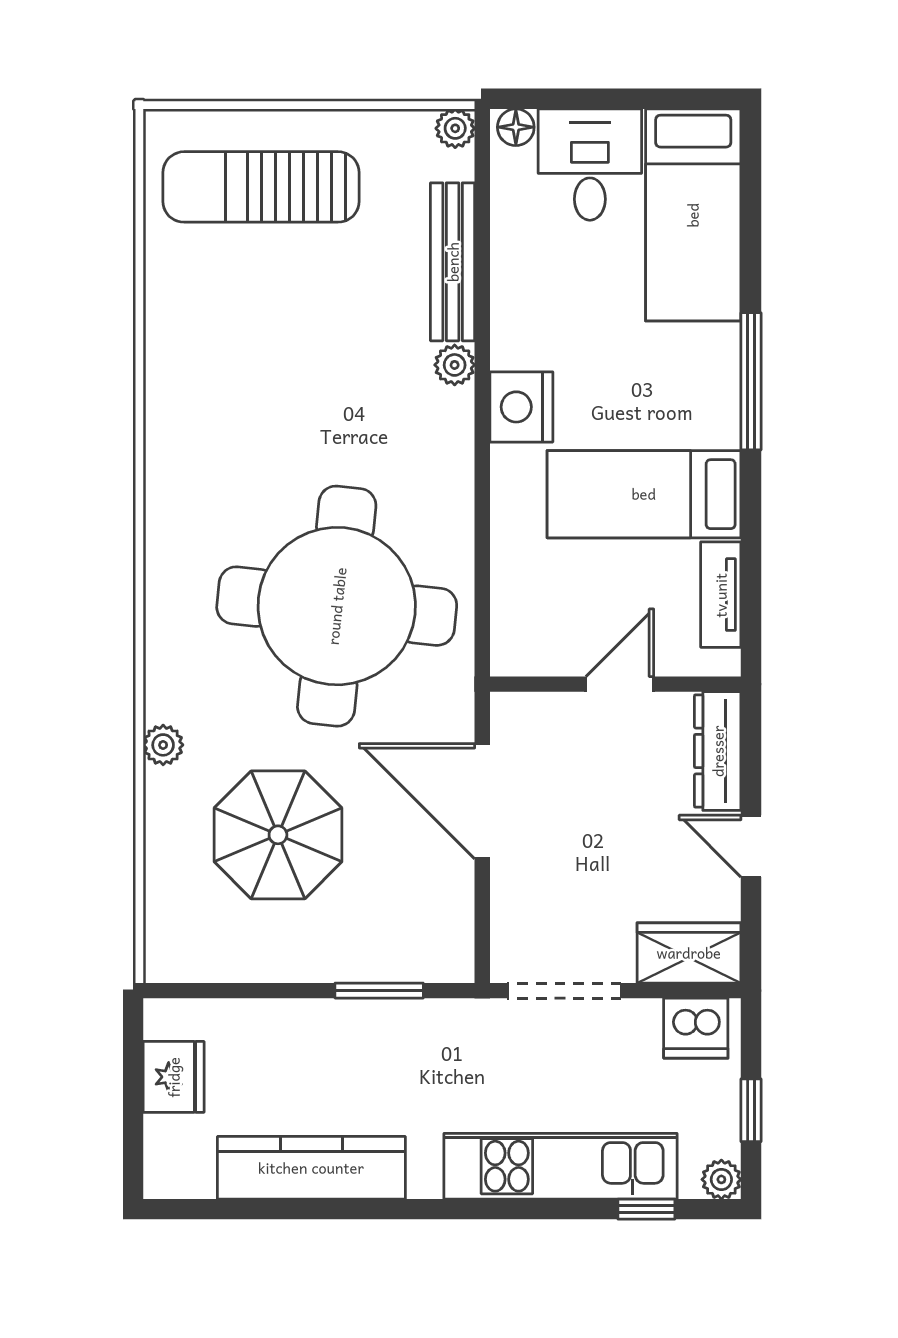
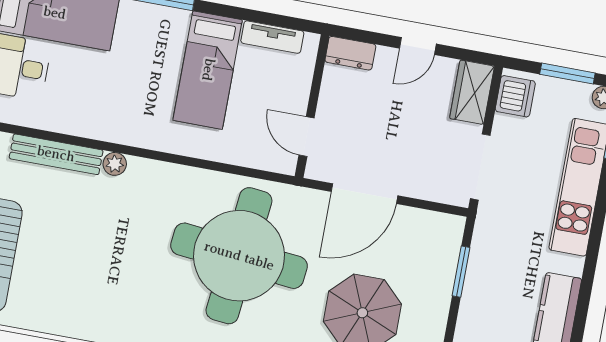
nightstand: (521, 407) -> (145, 131), removed
door: (620, 684) -> (307, 137), moved
dresser: (718, 751) -> (350, 53), width x0.70
window: (751, 1110) -> (567, 74), width x1.50

